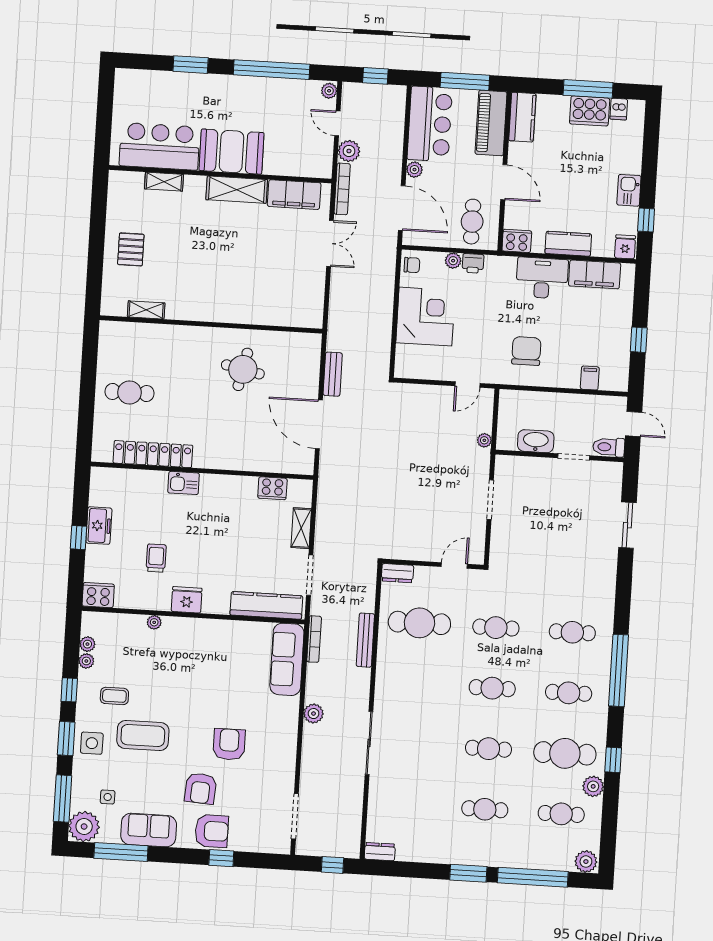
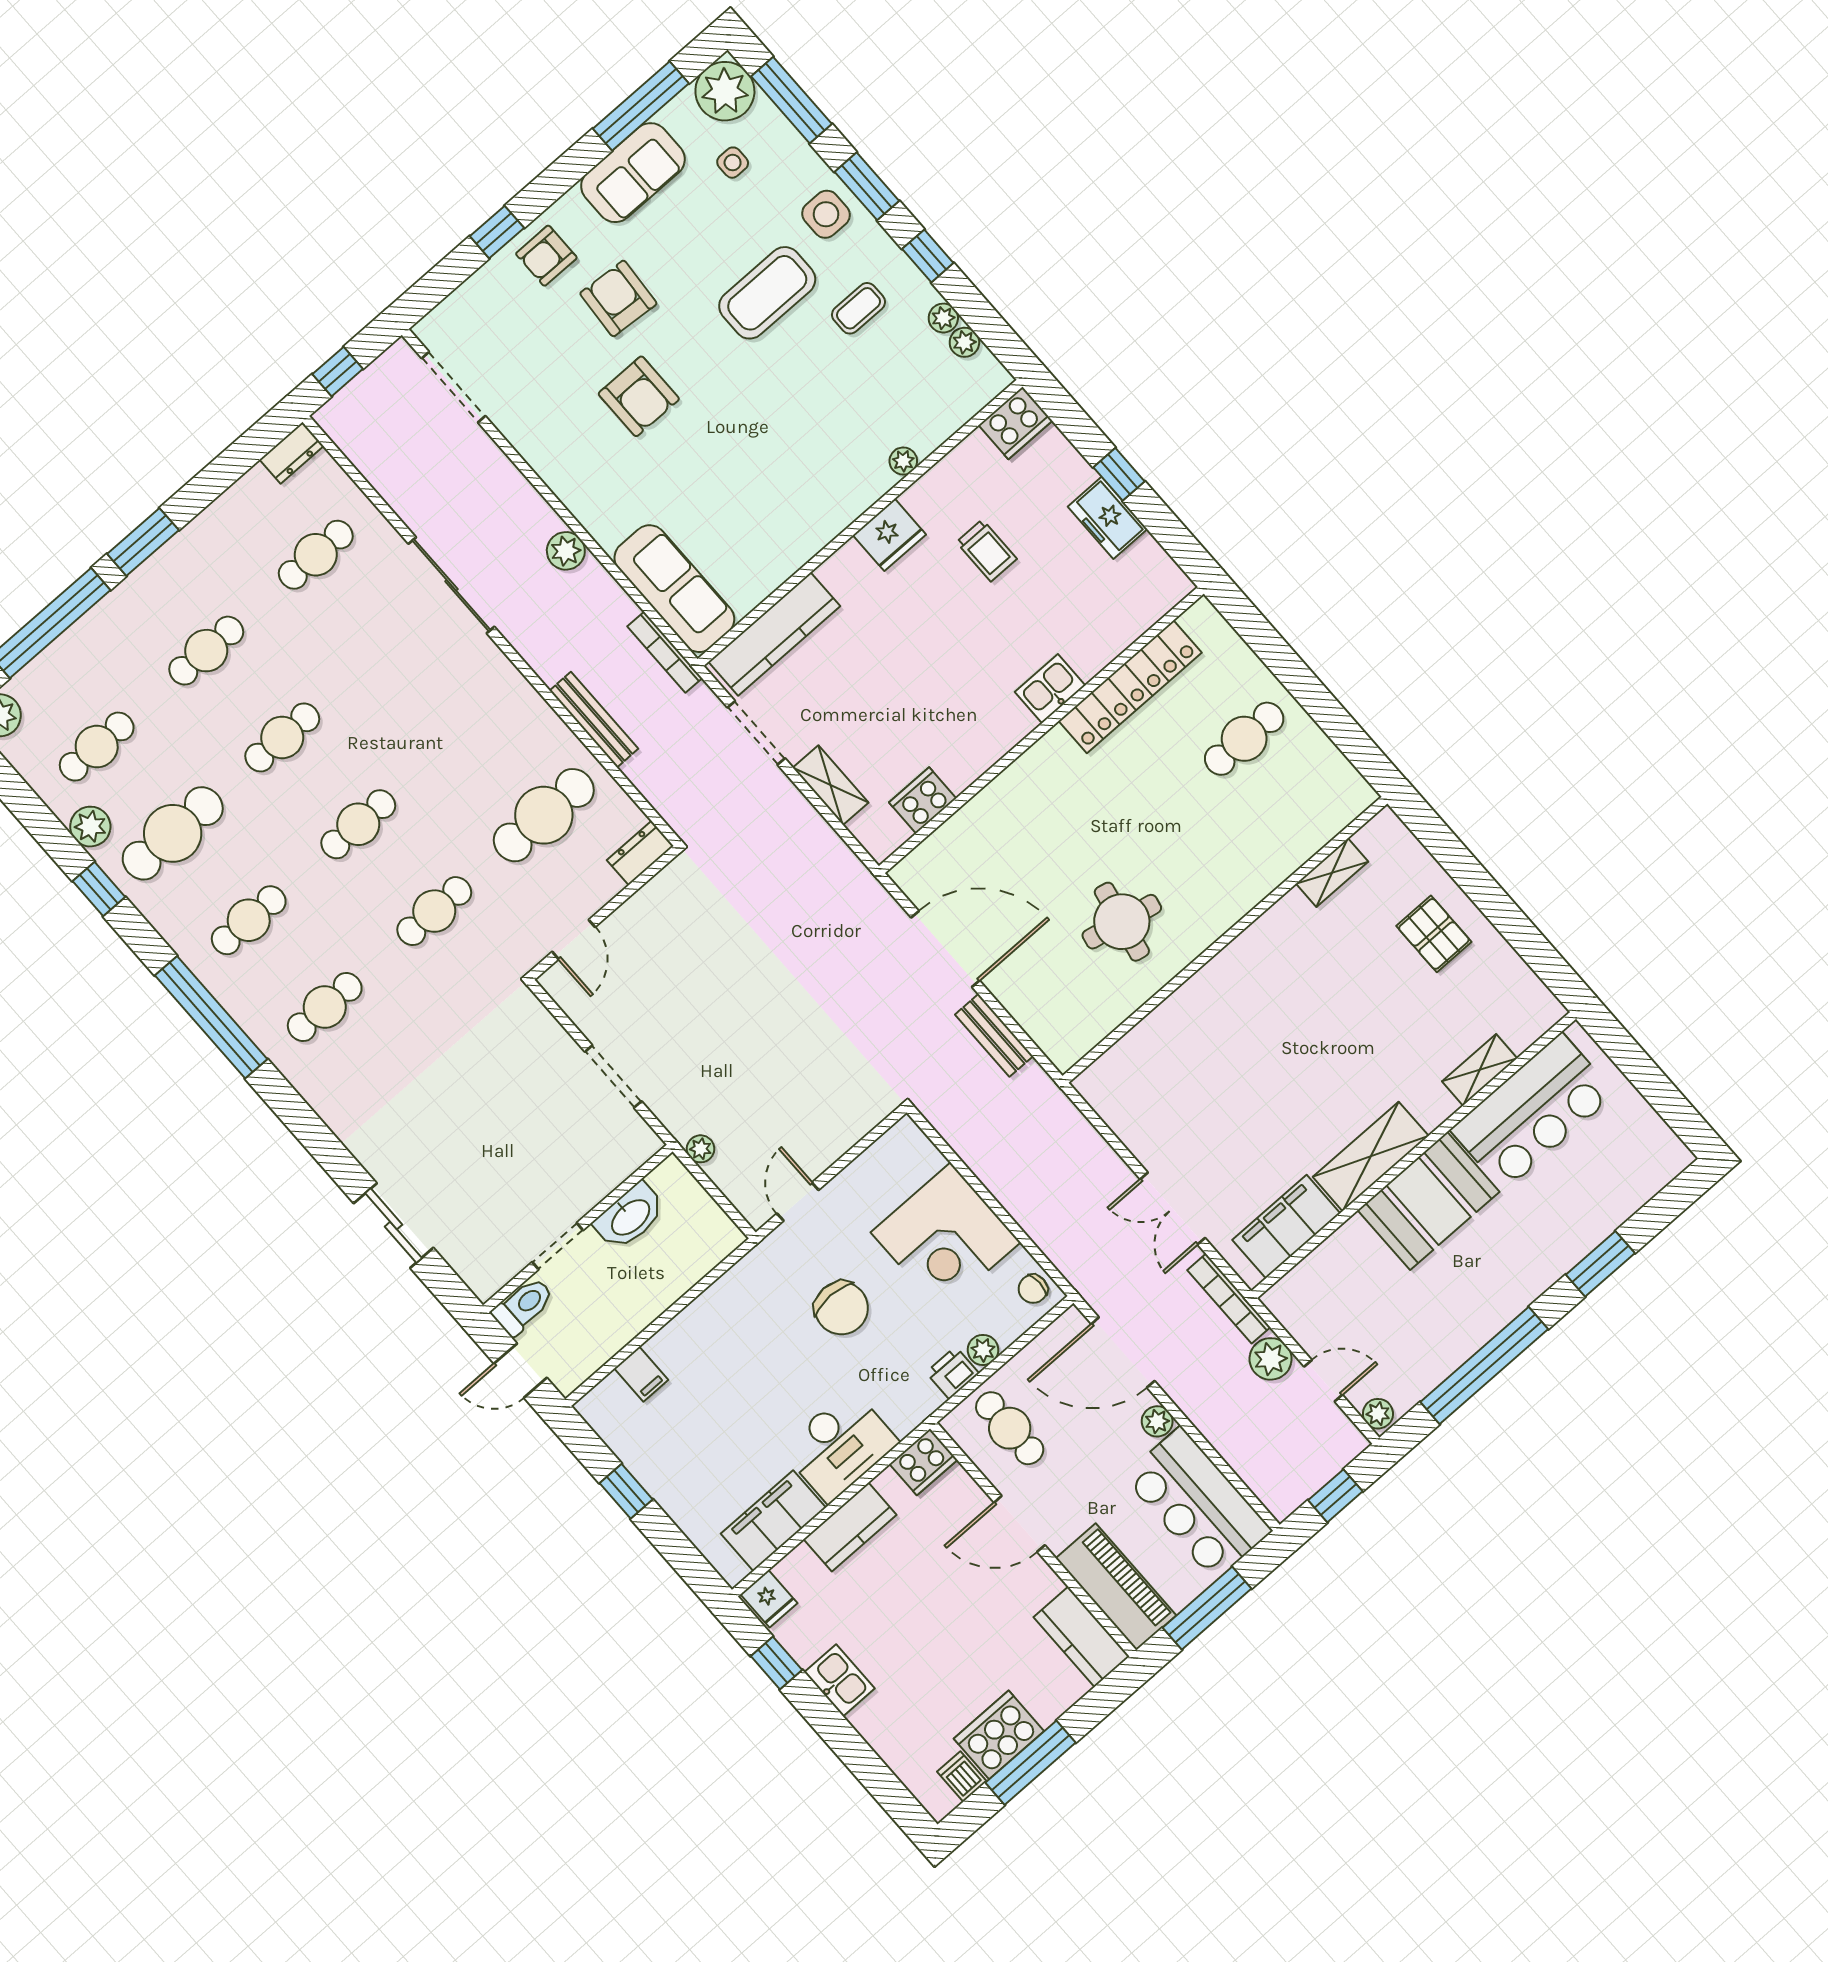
chair: (526, 351) -> (841, 1308), moved
cafe table: (408, 805) -> (316, 555), added
armchair: (212, 831) -> (546, 256), width x0.72, depth x0.72

